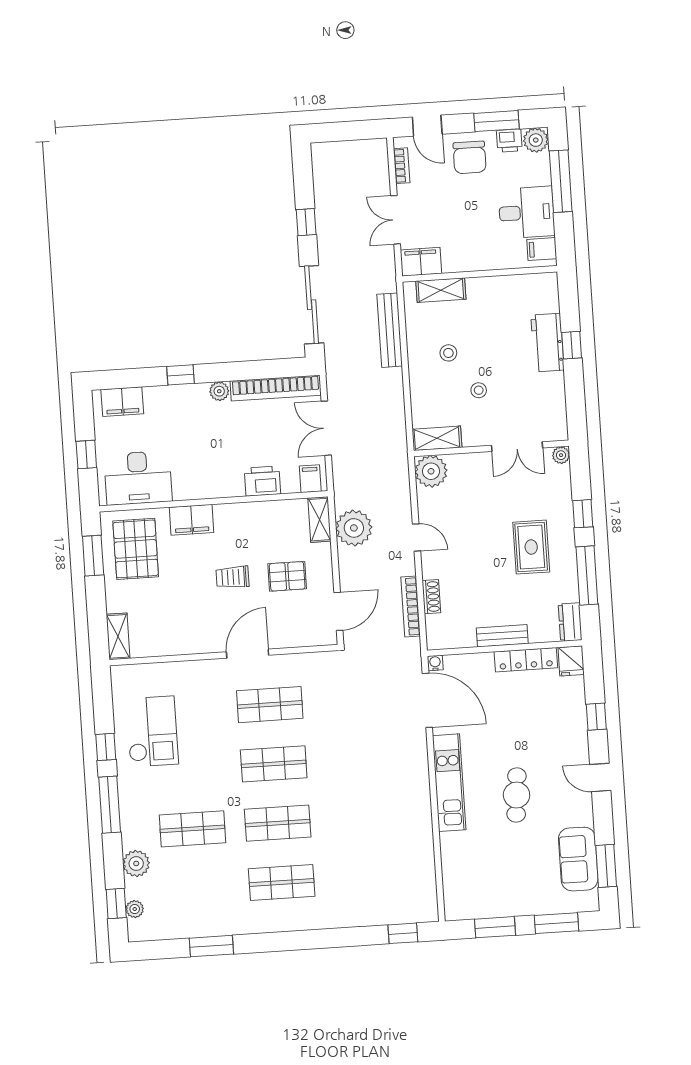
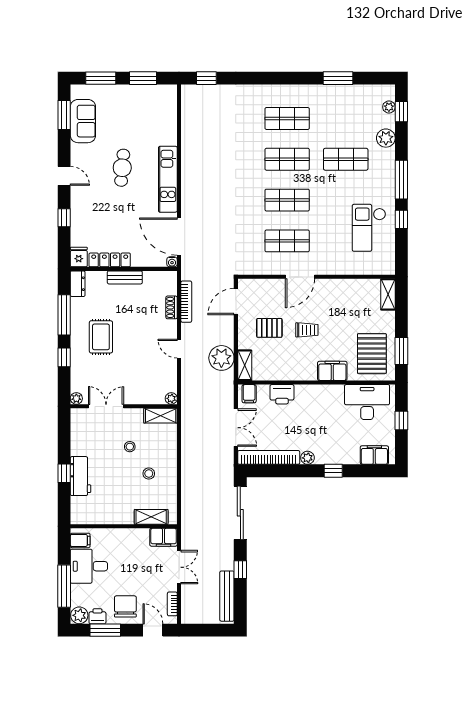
bench: (390, 330) -> (227, 596), moved
plant: (431, 471) -> (171, 398), width x0.53, depth x0.53

